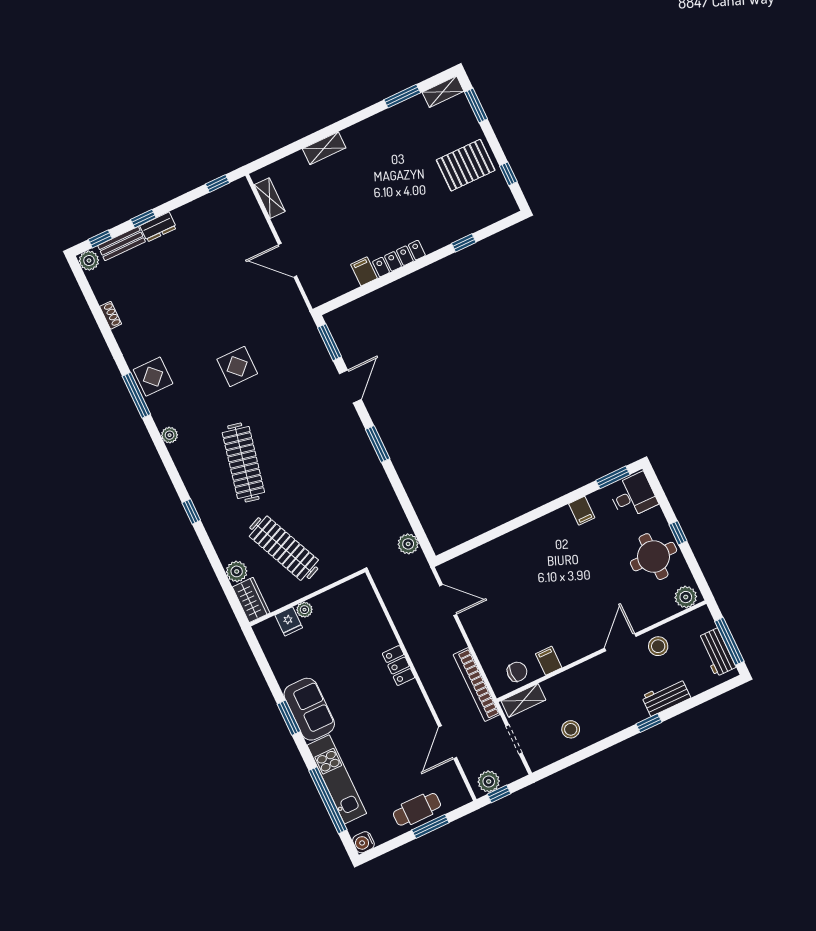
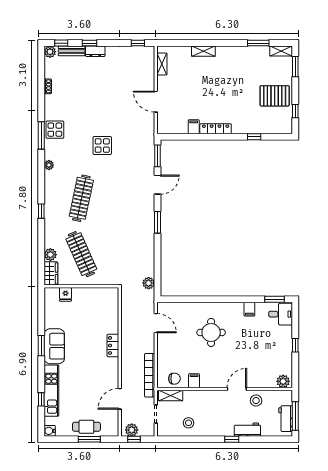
round table: (654, 557) -> (211, 332), moved
plant: (304, 610) -> (77, 292), removed
window: (328, 800) -> (41, 399), width x0.32

